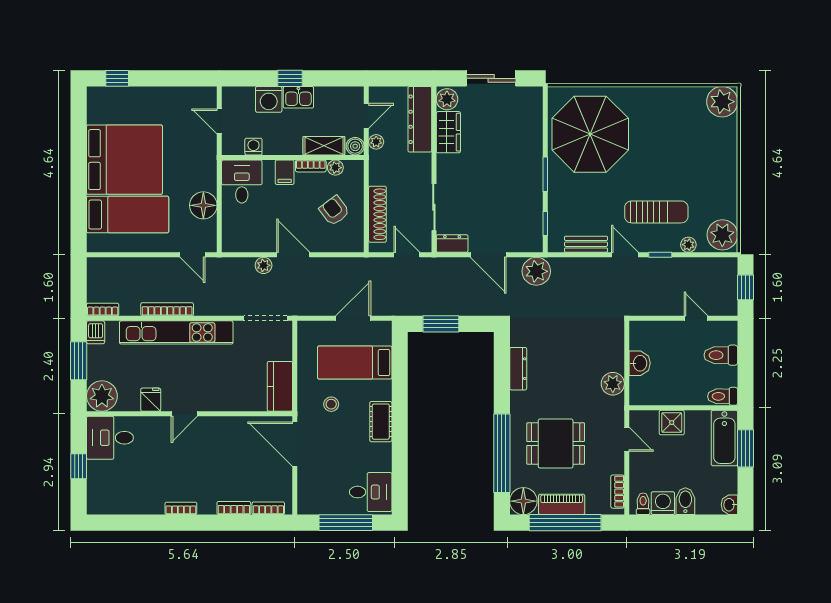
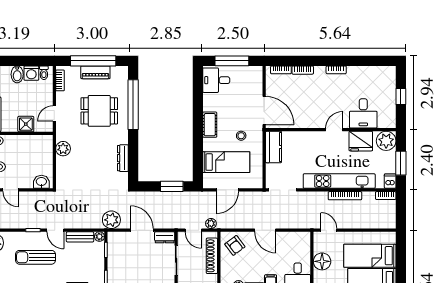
armchair: (334, 211) -> (235, 245), moved
plant: (688, 245) -> (99, 237), moved
plant: (264, 265) -> (211, 223), moved
washbasin: (640, 363) -> (41, 182), moved, turned 90
fridge: (151, 400) -> (361, 141), width x1.88, depth x1.34
desk: (110, 438) -> (363, 113), moved, turned 90
door: (627, 439) -> (54, 114), hinge flipped
floor lamp: (523, 501) -> (120, 74), removed

